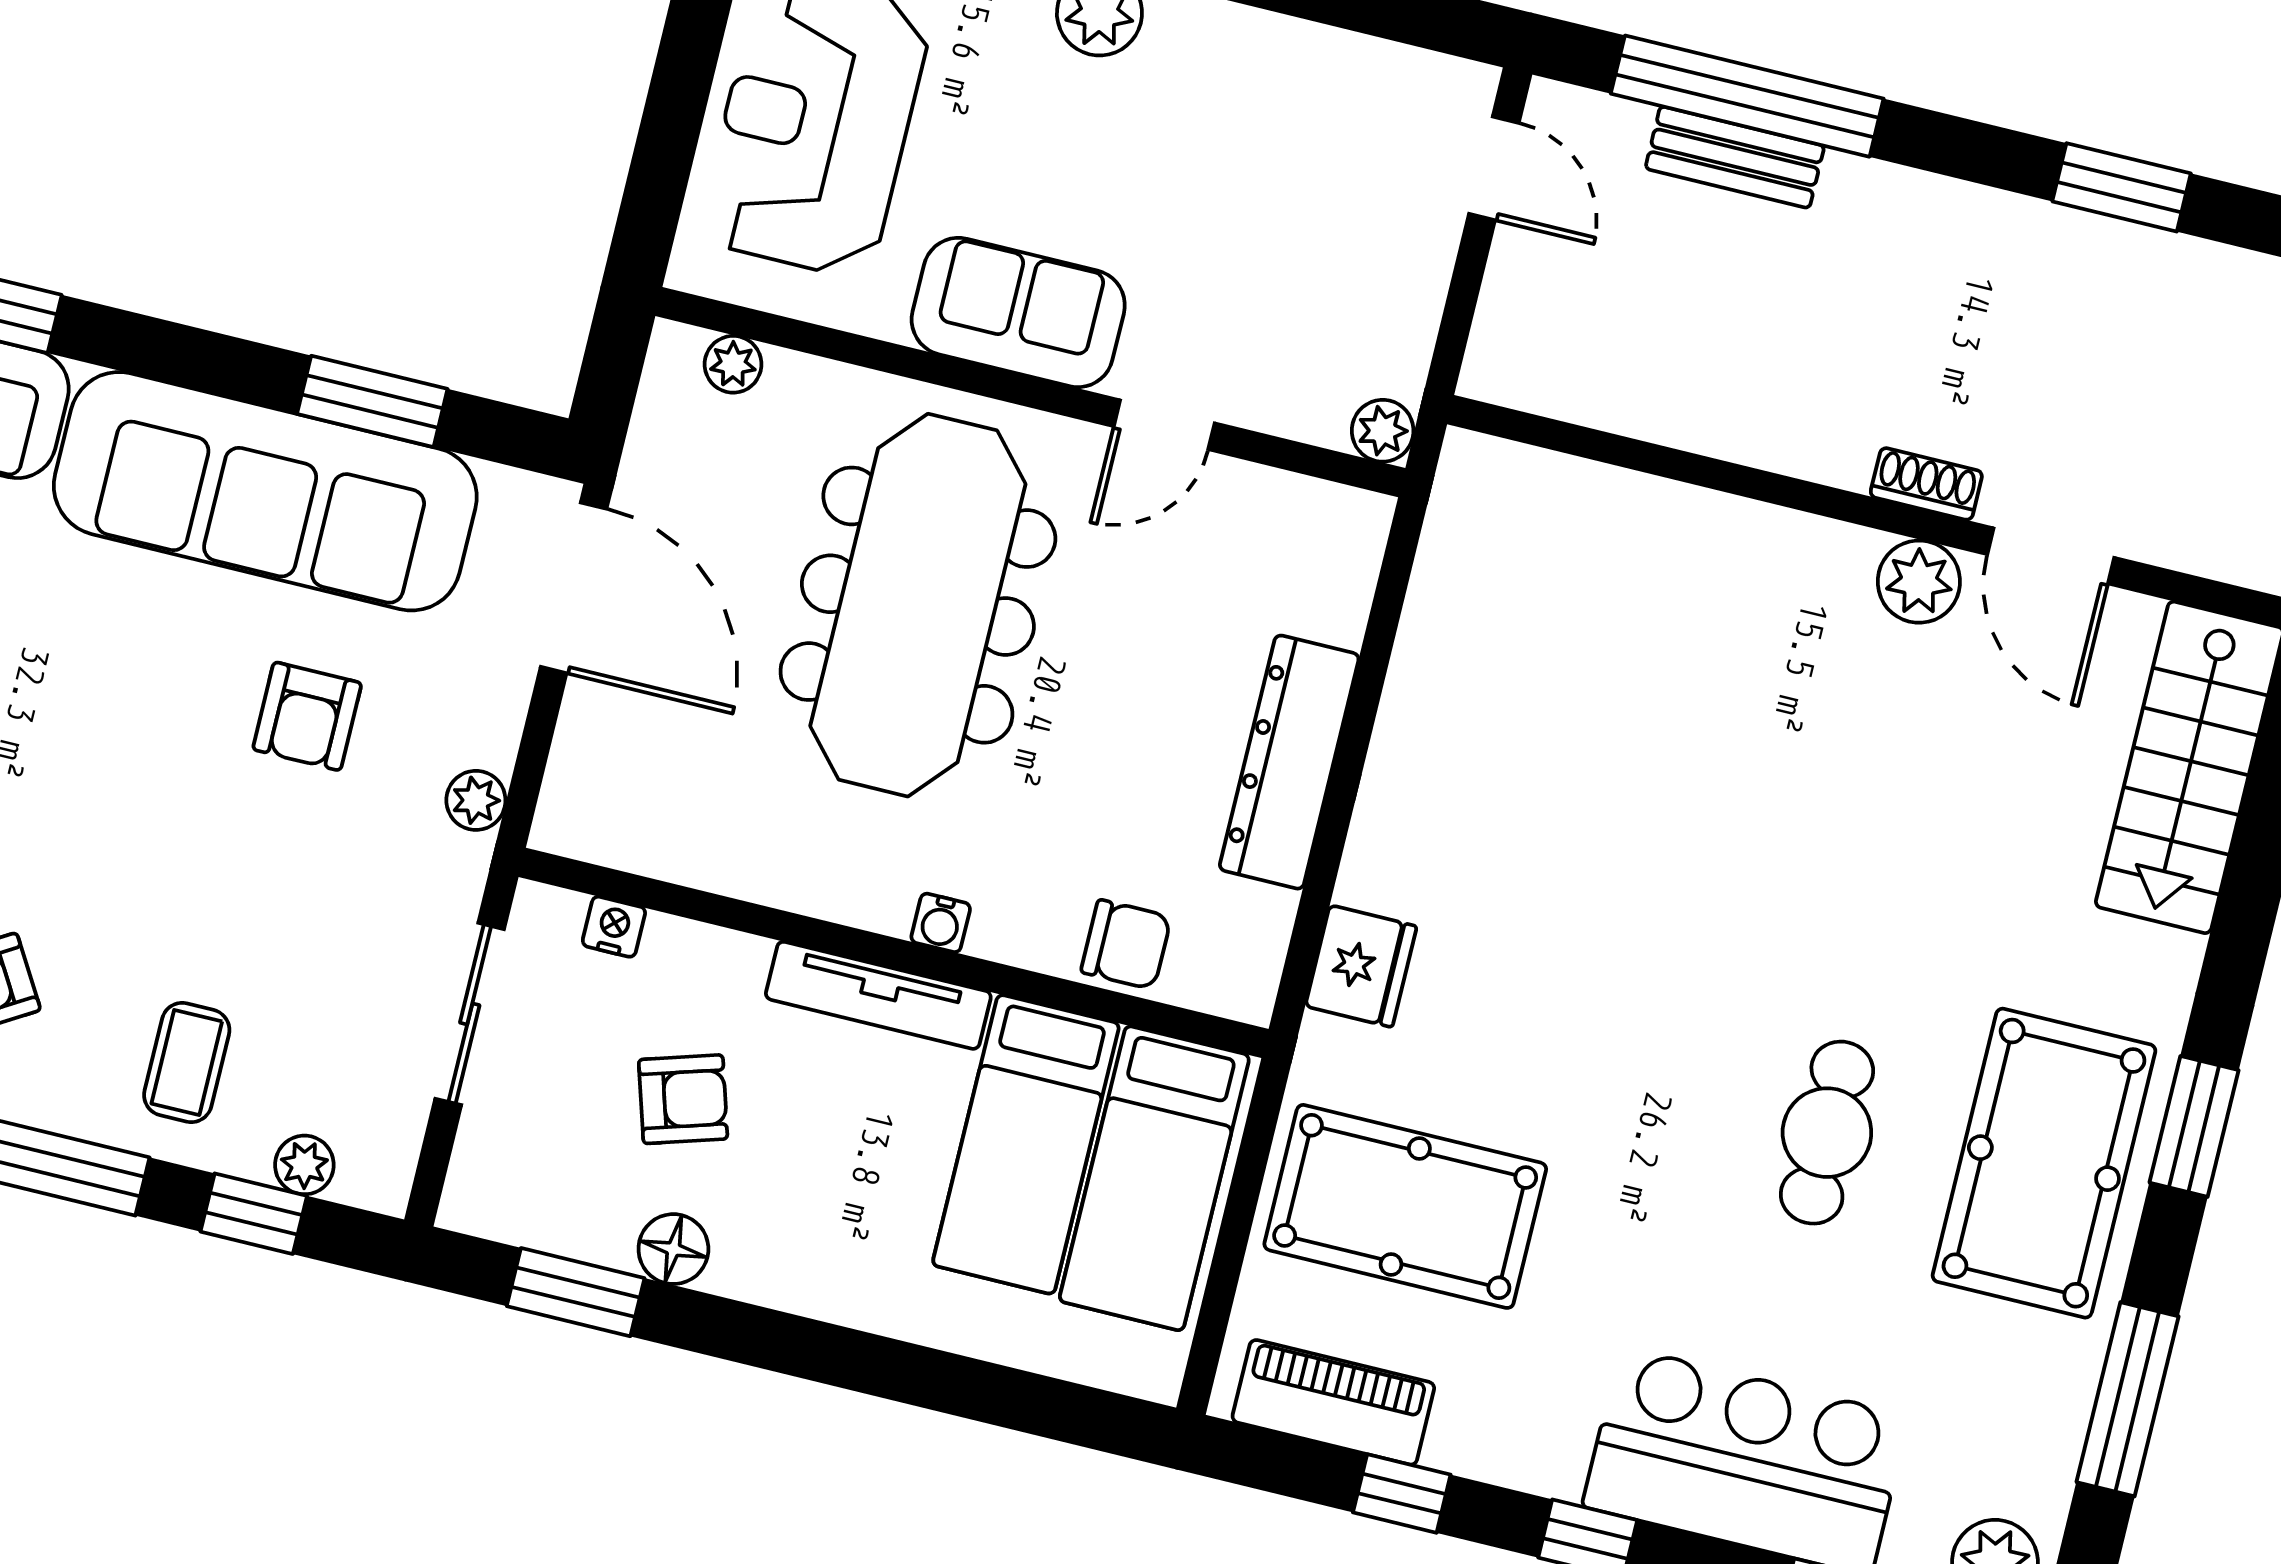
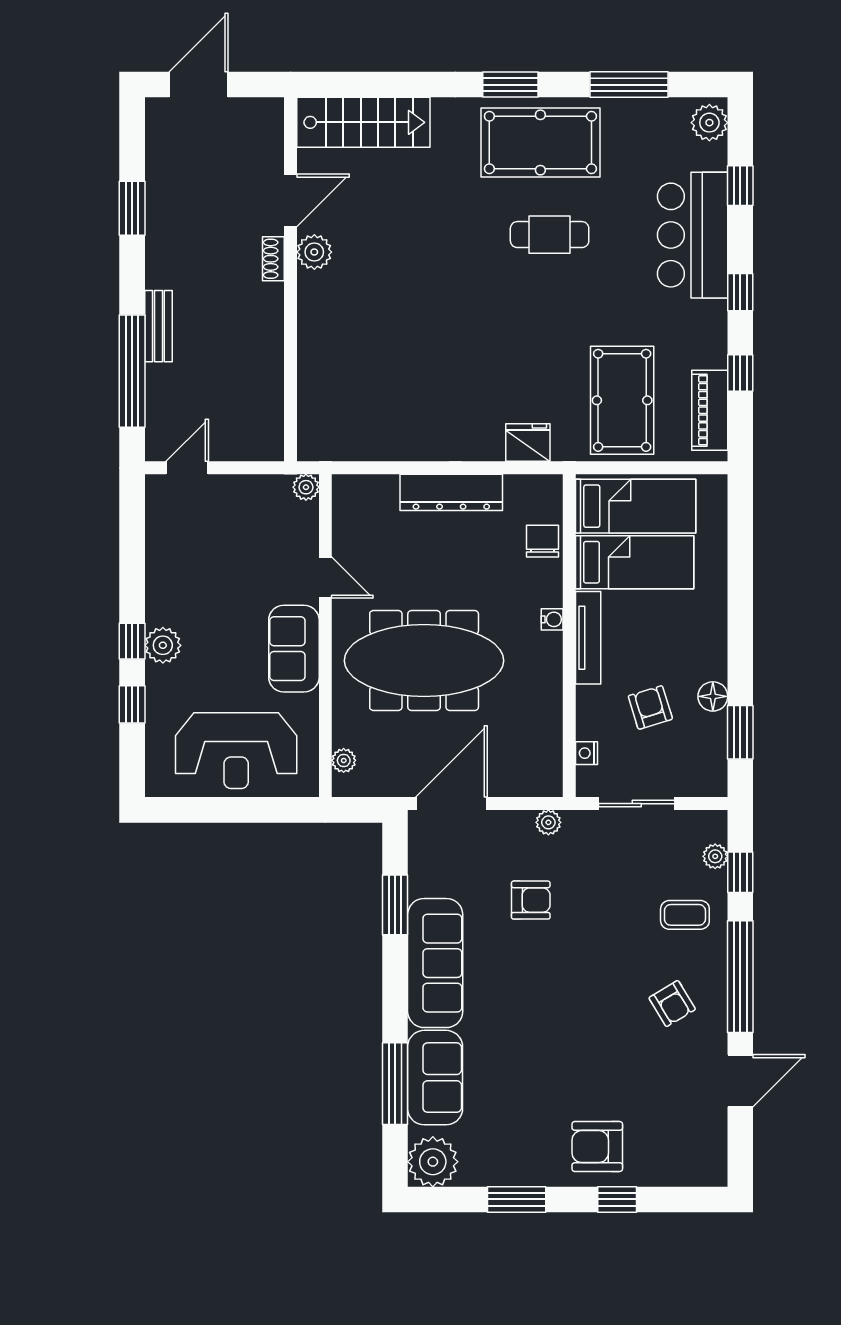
bench: (1735, 157) -> (158, 326), moved
sofa: (265, 491) -> (435, 963), width x0.74, depth x0.79

